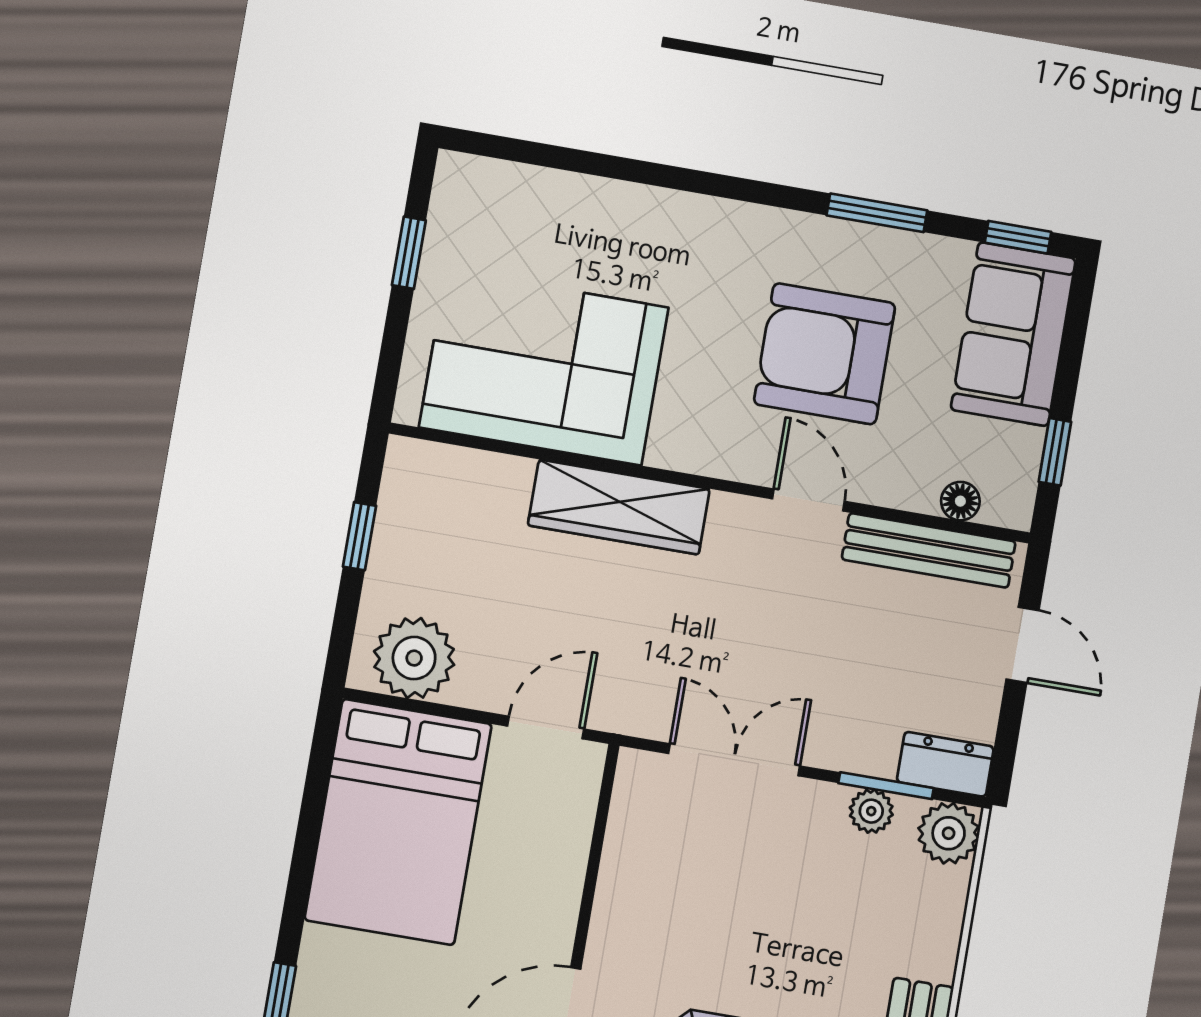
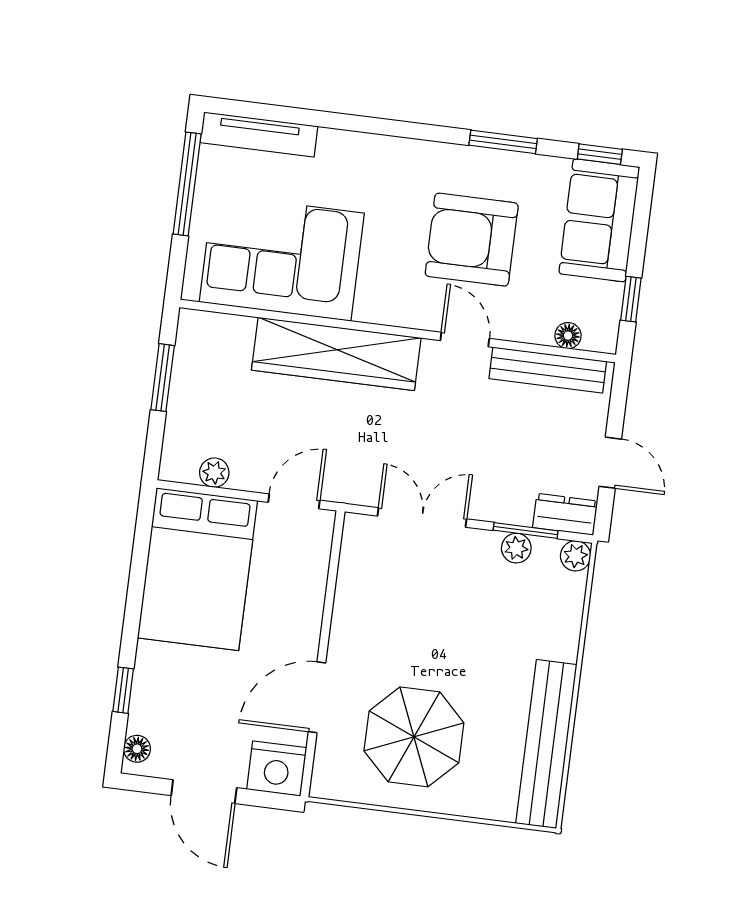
tv unit: (518, 185) -> (259, 134), added
window: (409, 253) -> (187, 184), width x2.17
wardrobe: (619, 507) -> (336, 354), width x1.40, depth x1.17
window: (359, 536) -> (163, 378), width x1.50
door: (1023, 645) -> (610, 463), moved
plant: (414, 658) -> (214, 473), width x0.53, depth x0.53
plant: (949, 833) -> (576, 556), width x0.73, depth x0.73

